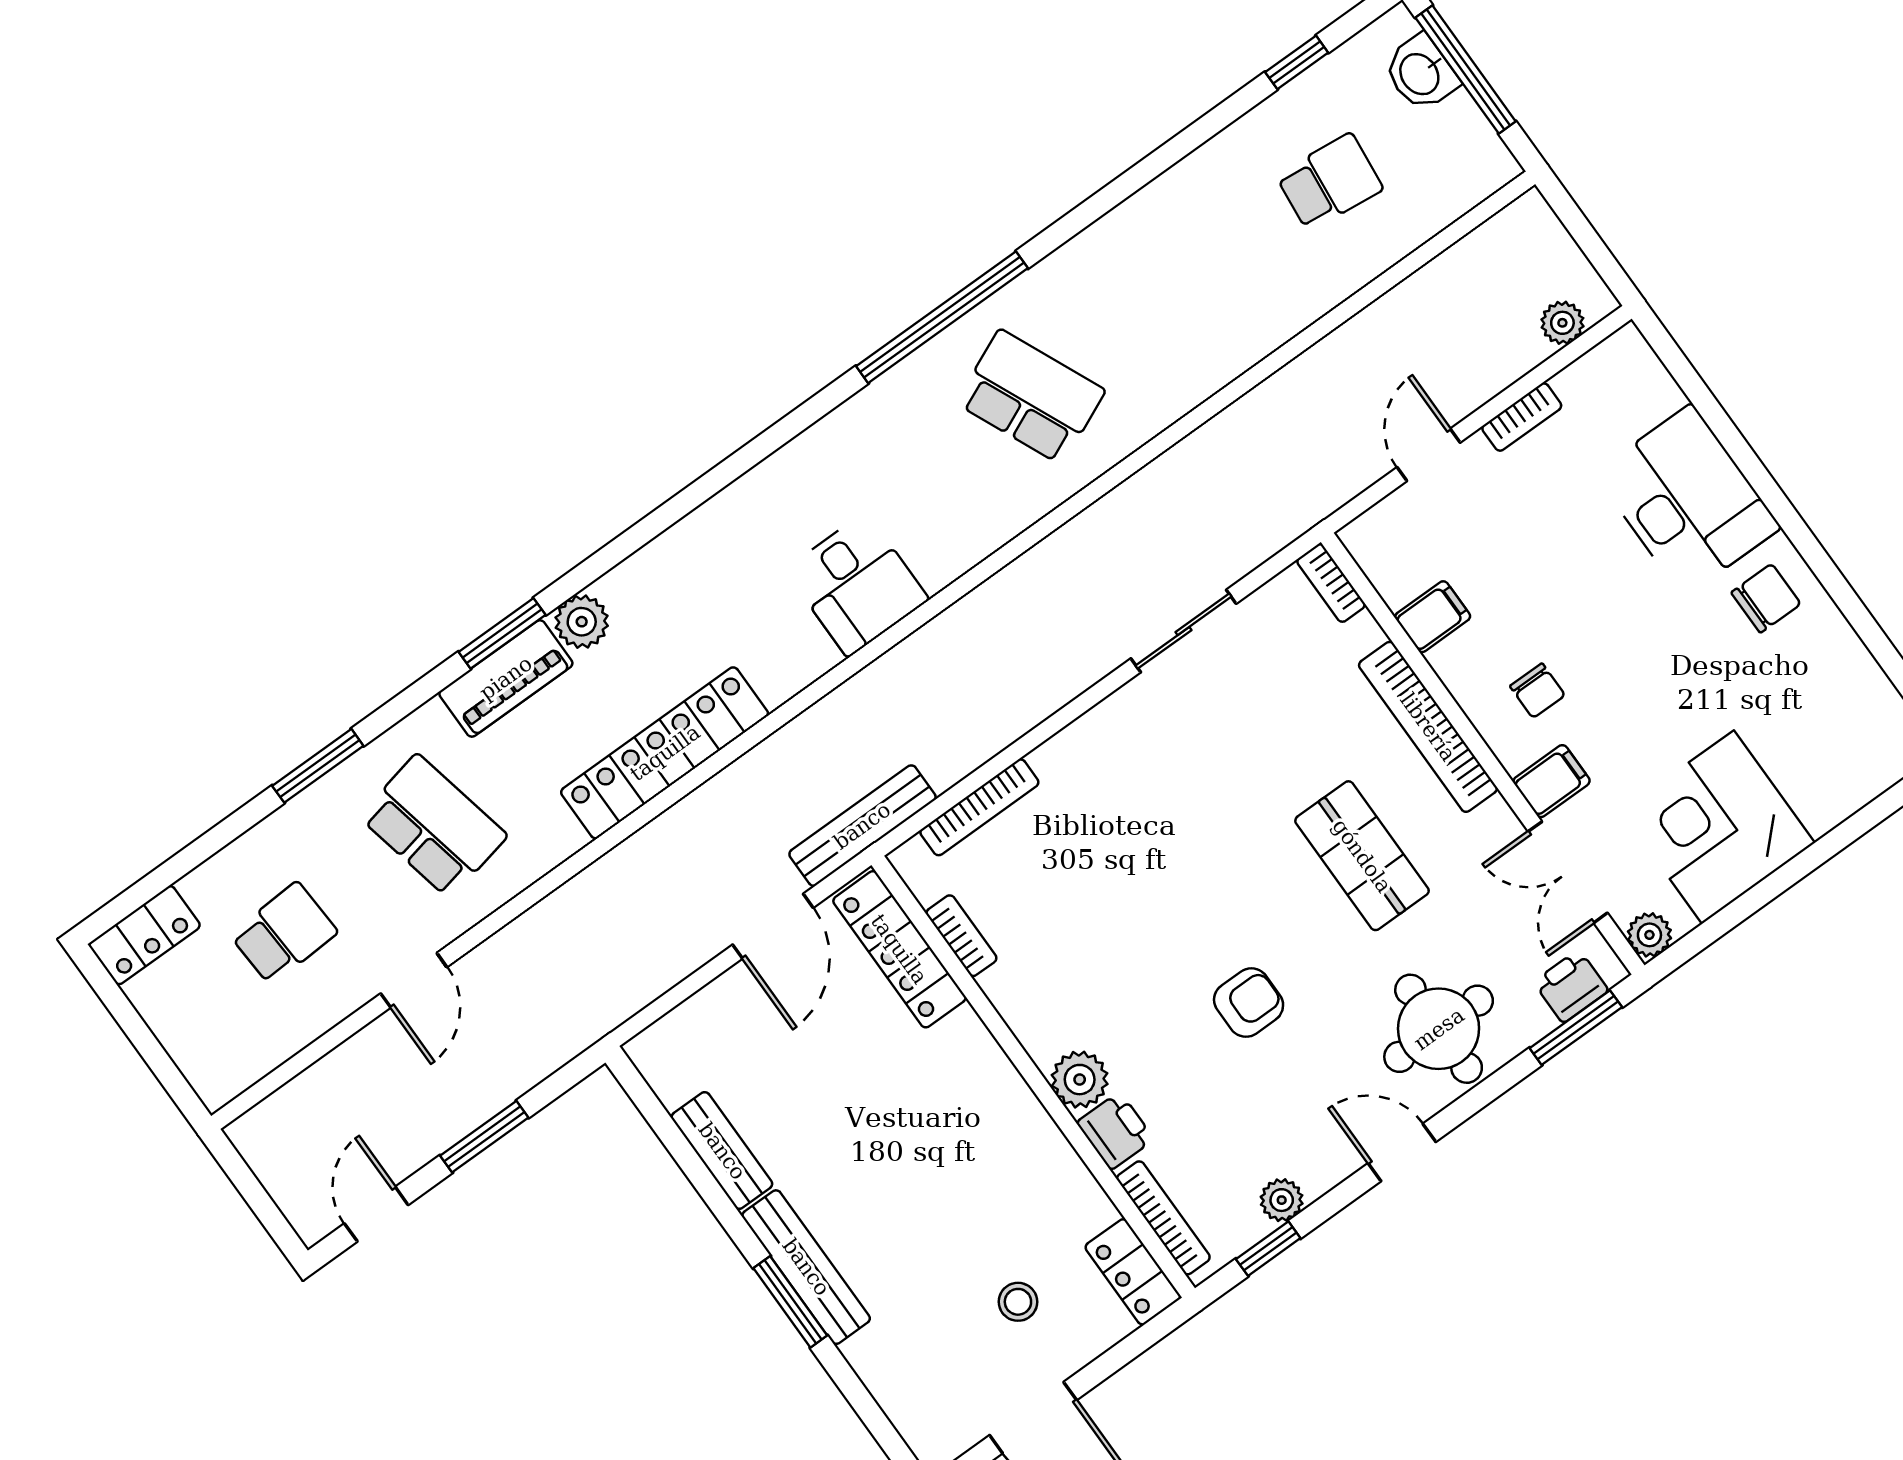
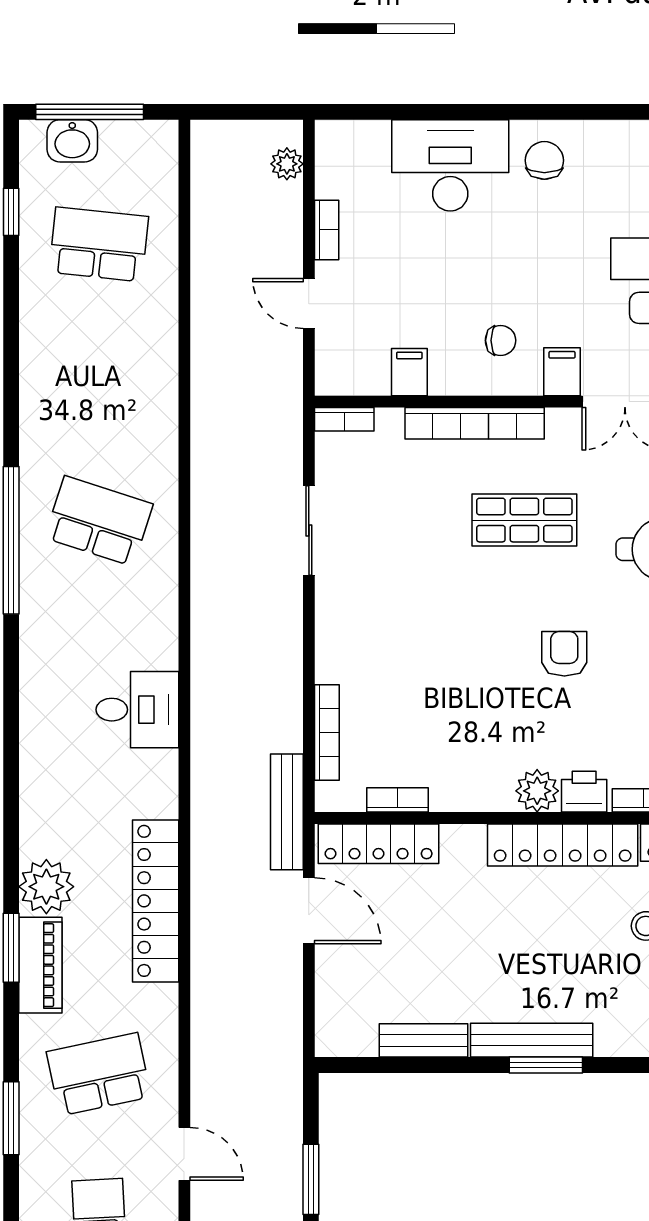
school desk: (1330, 182) -> (99, 244), width x1.85
school desk: (1031, 397) -> (99, 521), turned 42
plant: (582, 622) -> (46, 887), width x1.36, depth x1.36
locker: (1041, 1149) -> (563, 845), added

